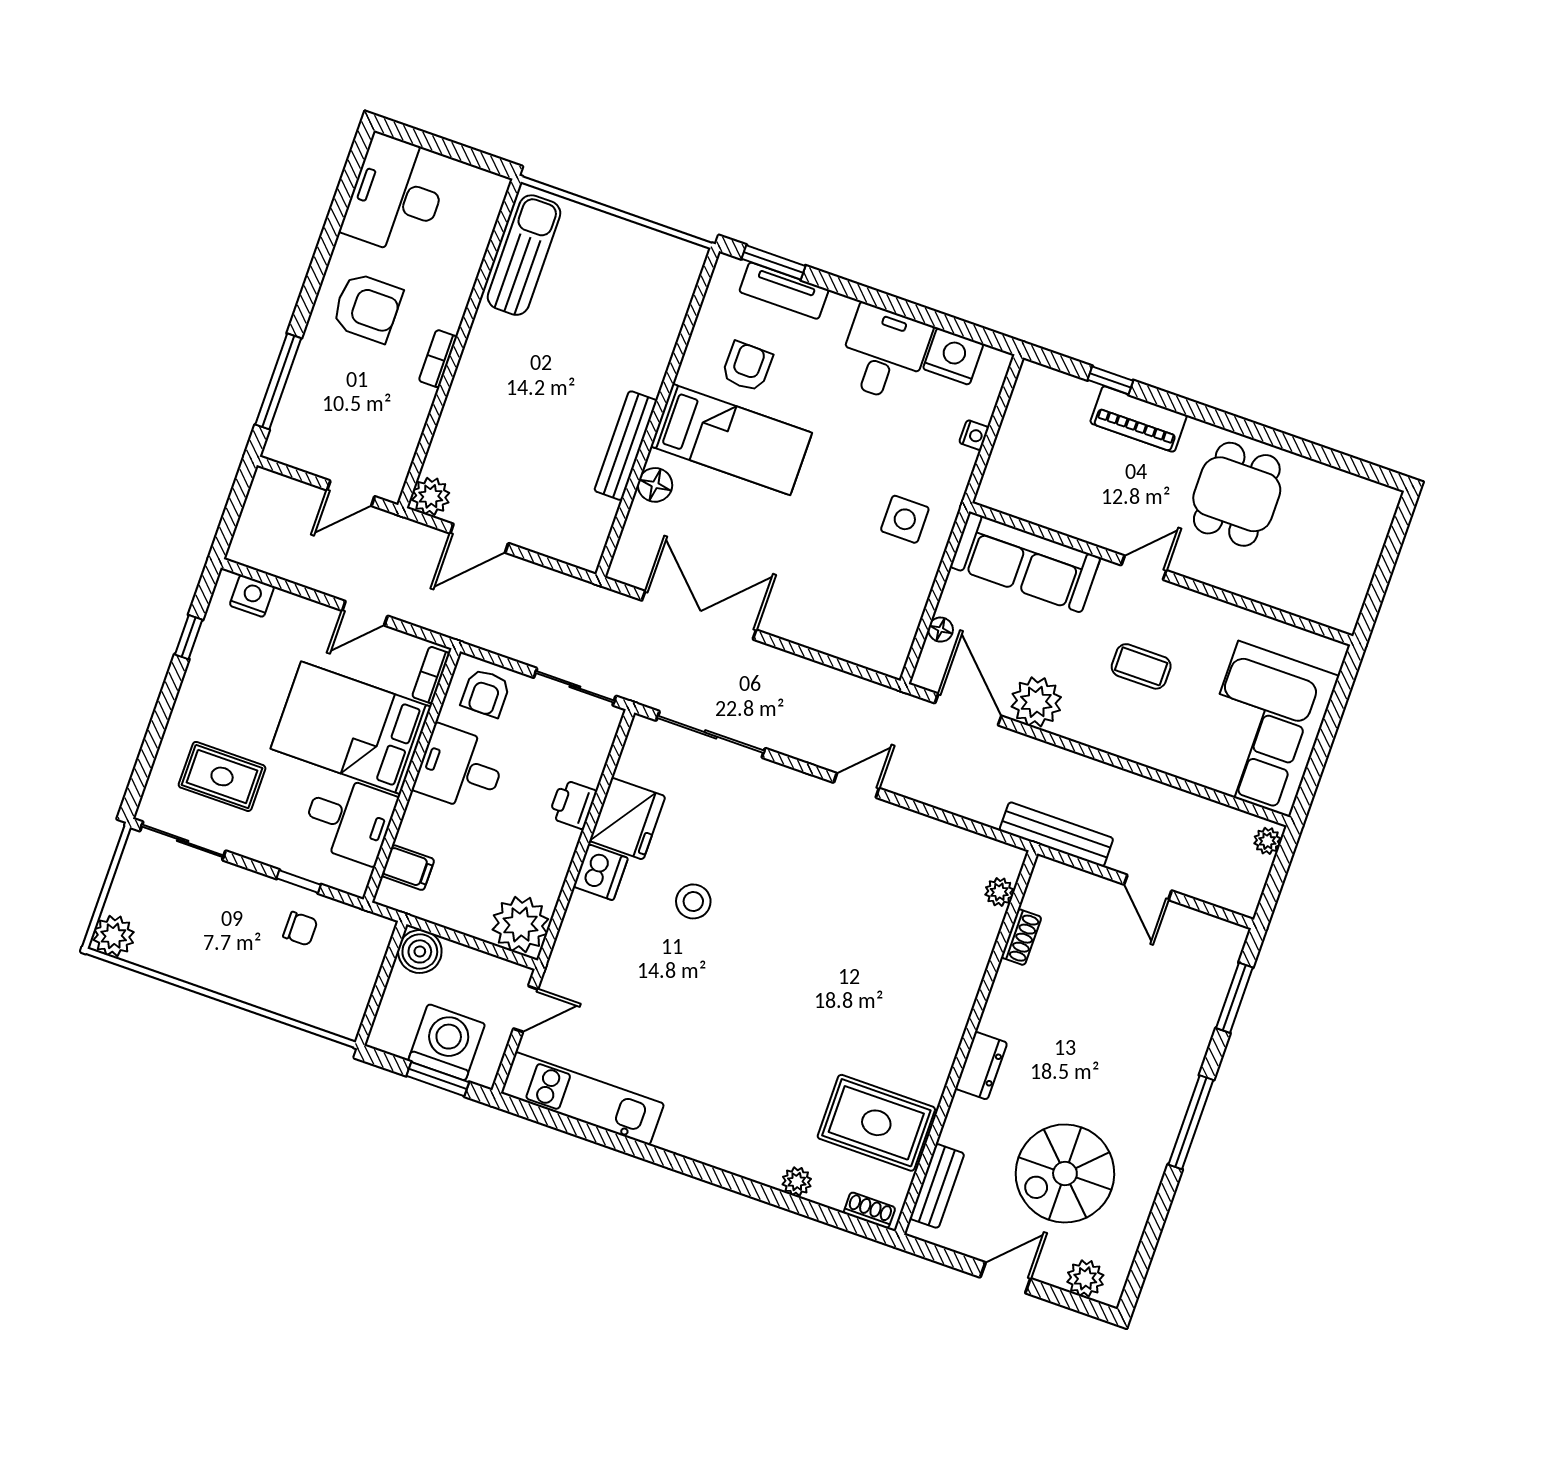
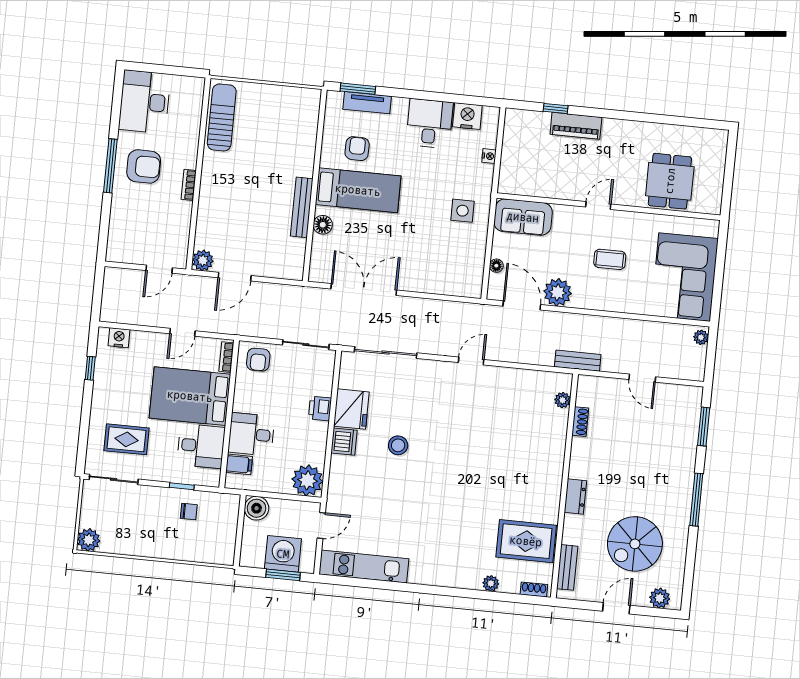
window: (278, 381) -> (110, 166), moved
dining table: (1237, 494) -> (670, 181), moved
sofa: (1025, 562) -> (523, 217), width x0.73
desk: (460, 769) -> (251, 434), moved
bench: (1056, 834) -> (578, 361), width x0.73

